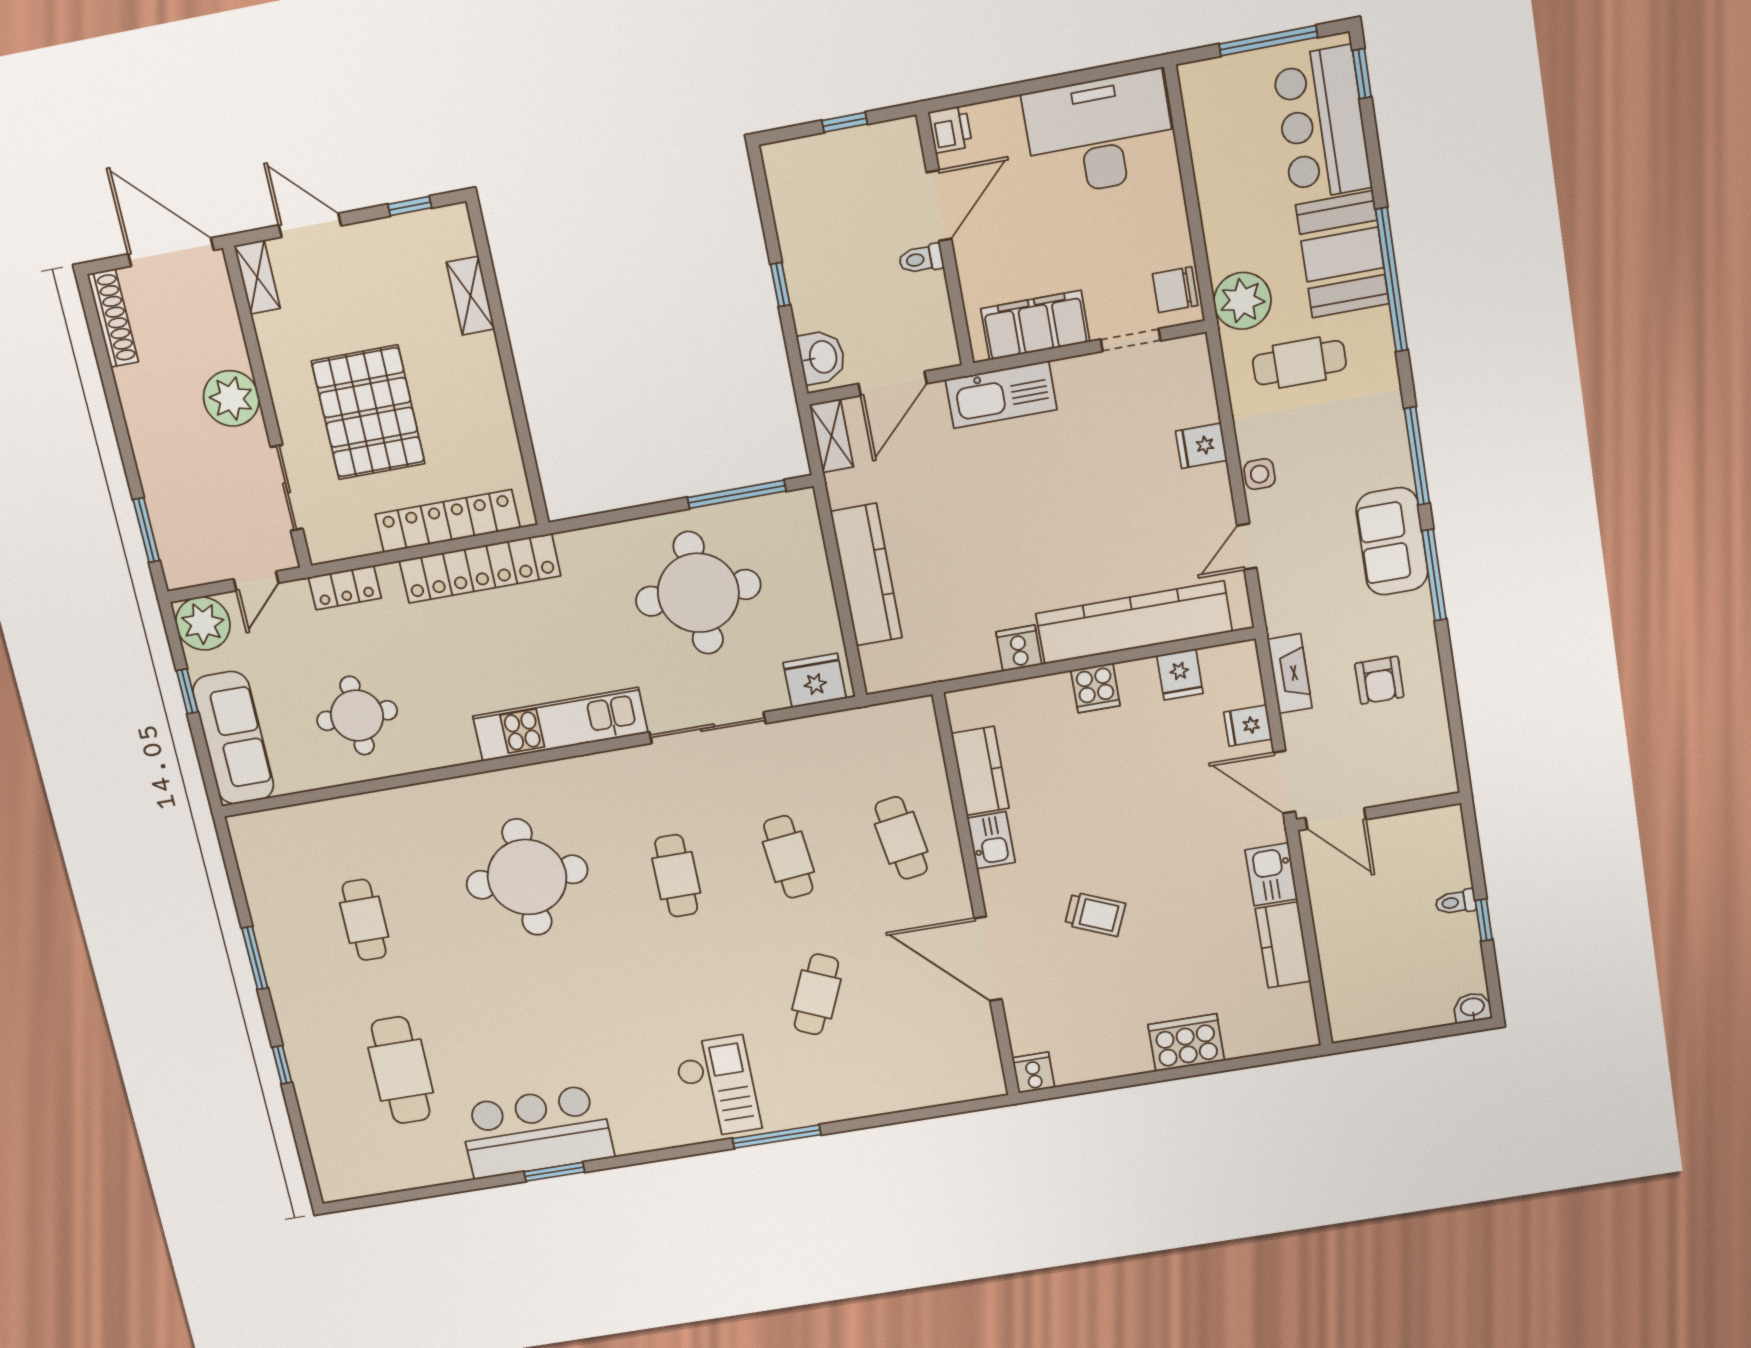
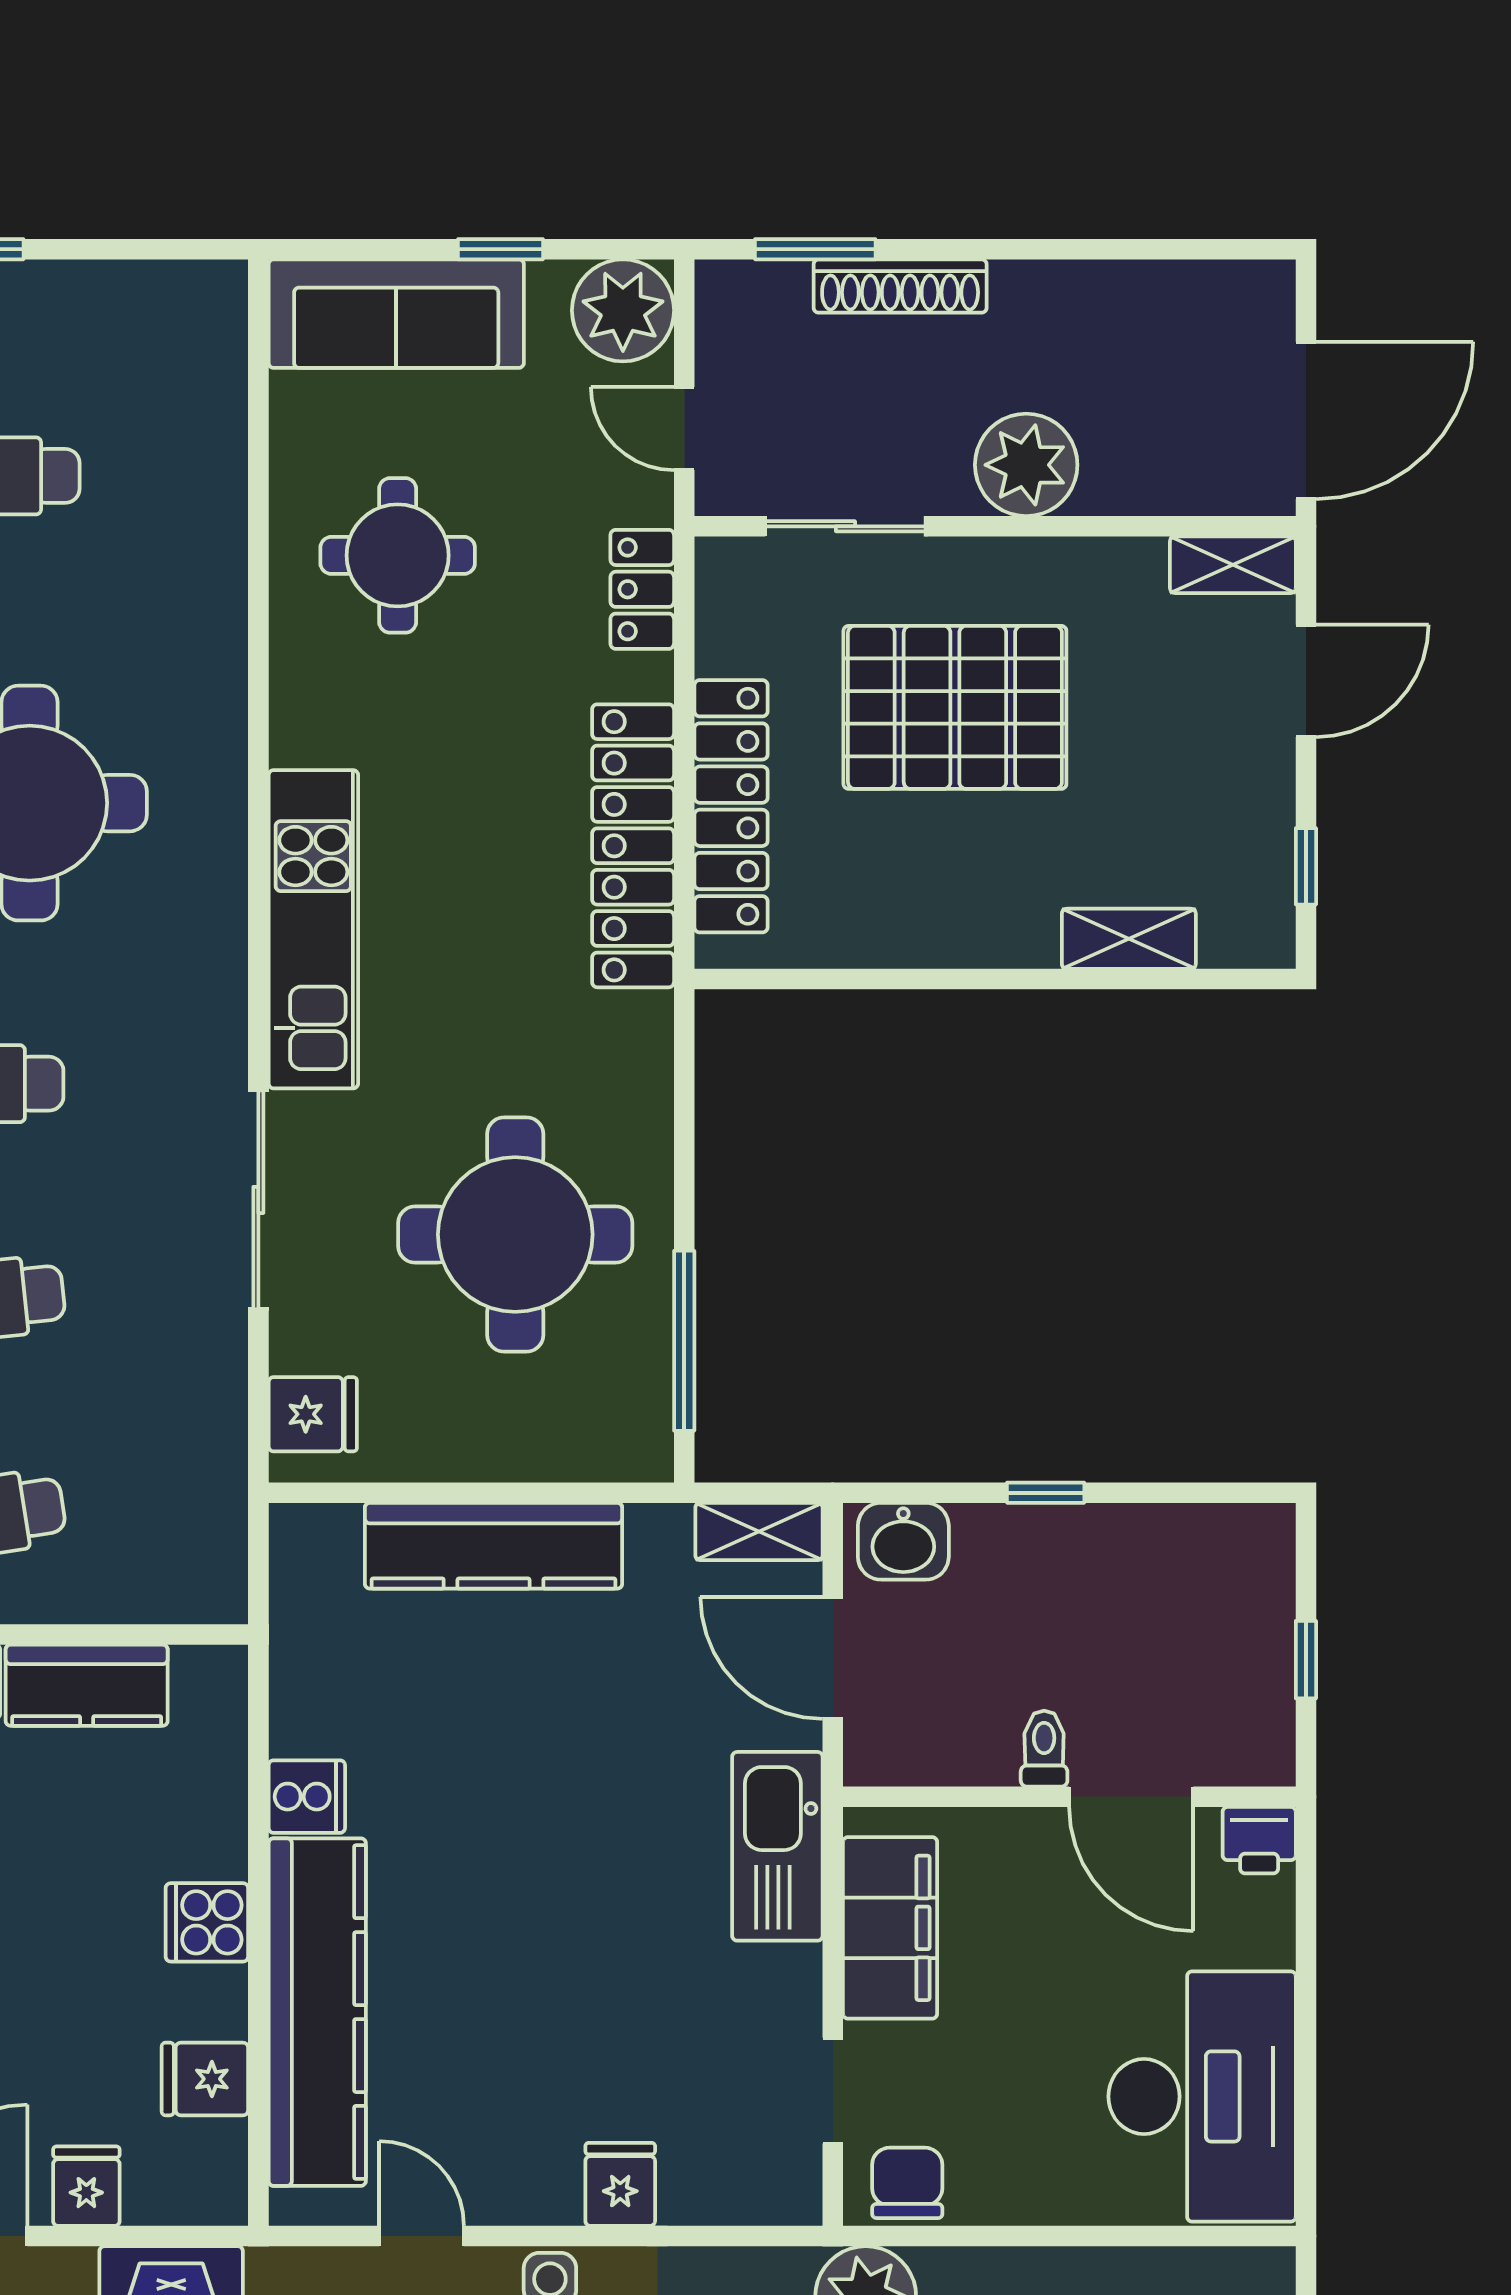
shoe rack: (113, 318) -> (900, 286), moved
fridge: (815, 680) -> (313, 1414), width x0.72

